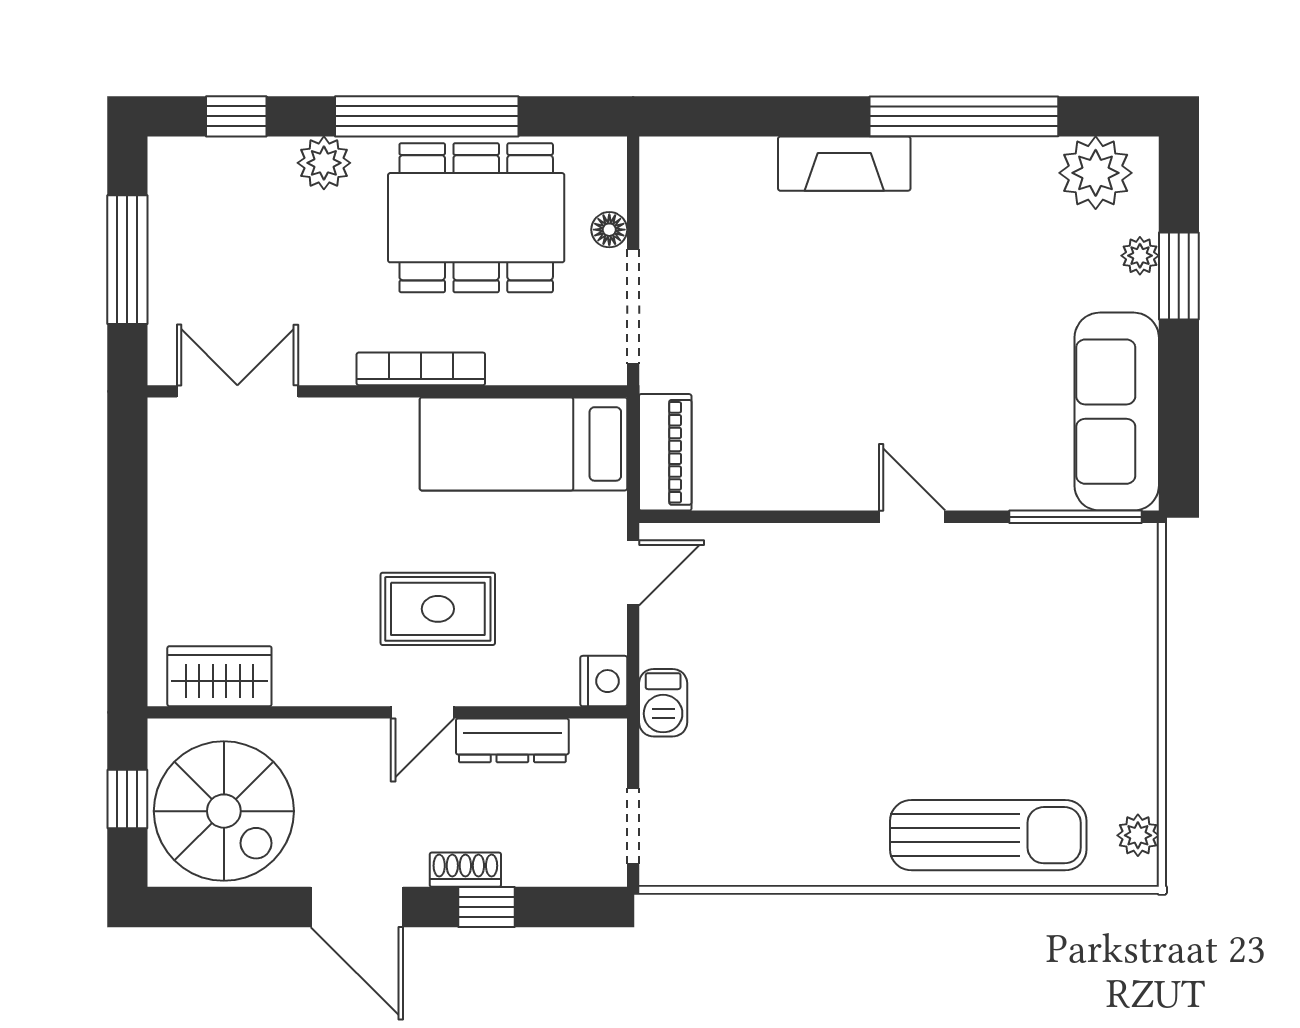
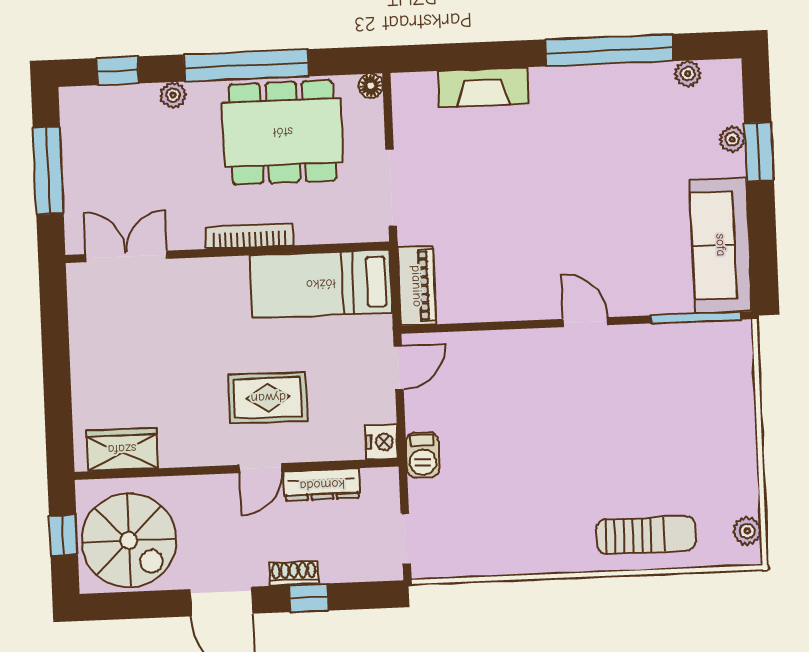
plant: (324, 163) -> (173, 95), width x0.73, depth x0.73
fireplace: (844, 164) -> (483, 87), moved
plant: (1096, 173) -> (688, 74), width x0.53, depth x0.53
floor lamp: (609, 230) -> (371, 86), moved
sun lounger: (988, 835) -> (646, 535), width x0.73, depth x0.75

